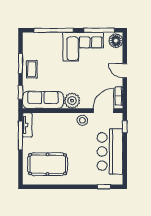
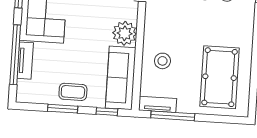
tv unit: (50, 37) -> (25, 61), added
stool: (82, 120) -> (162, 61), moved

